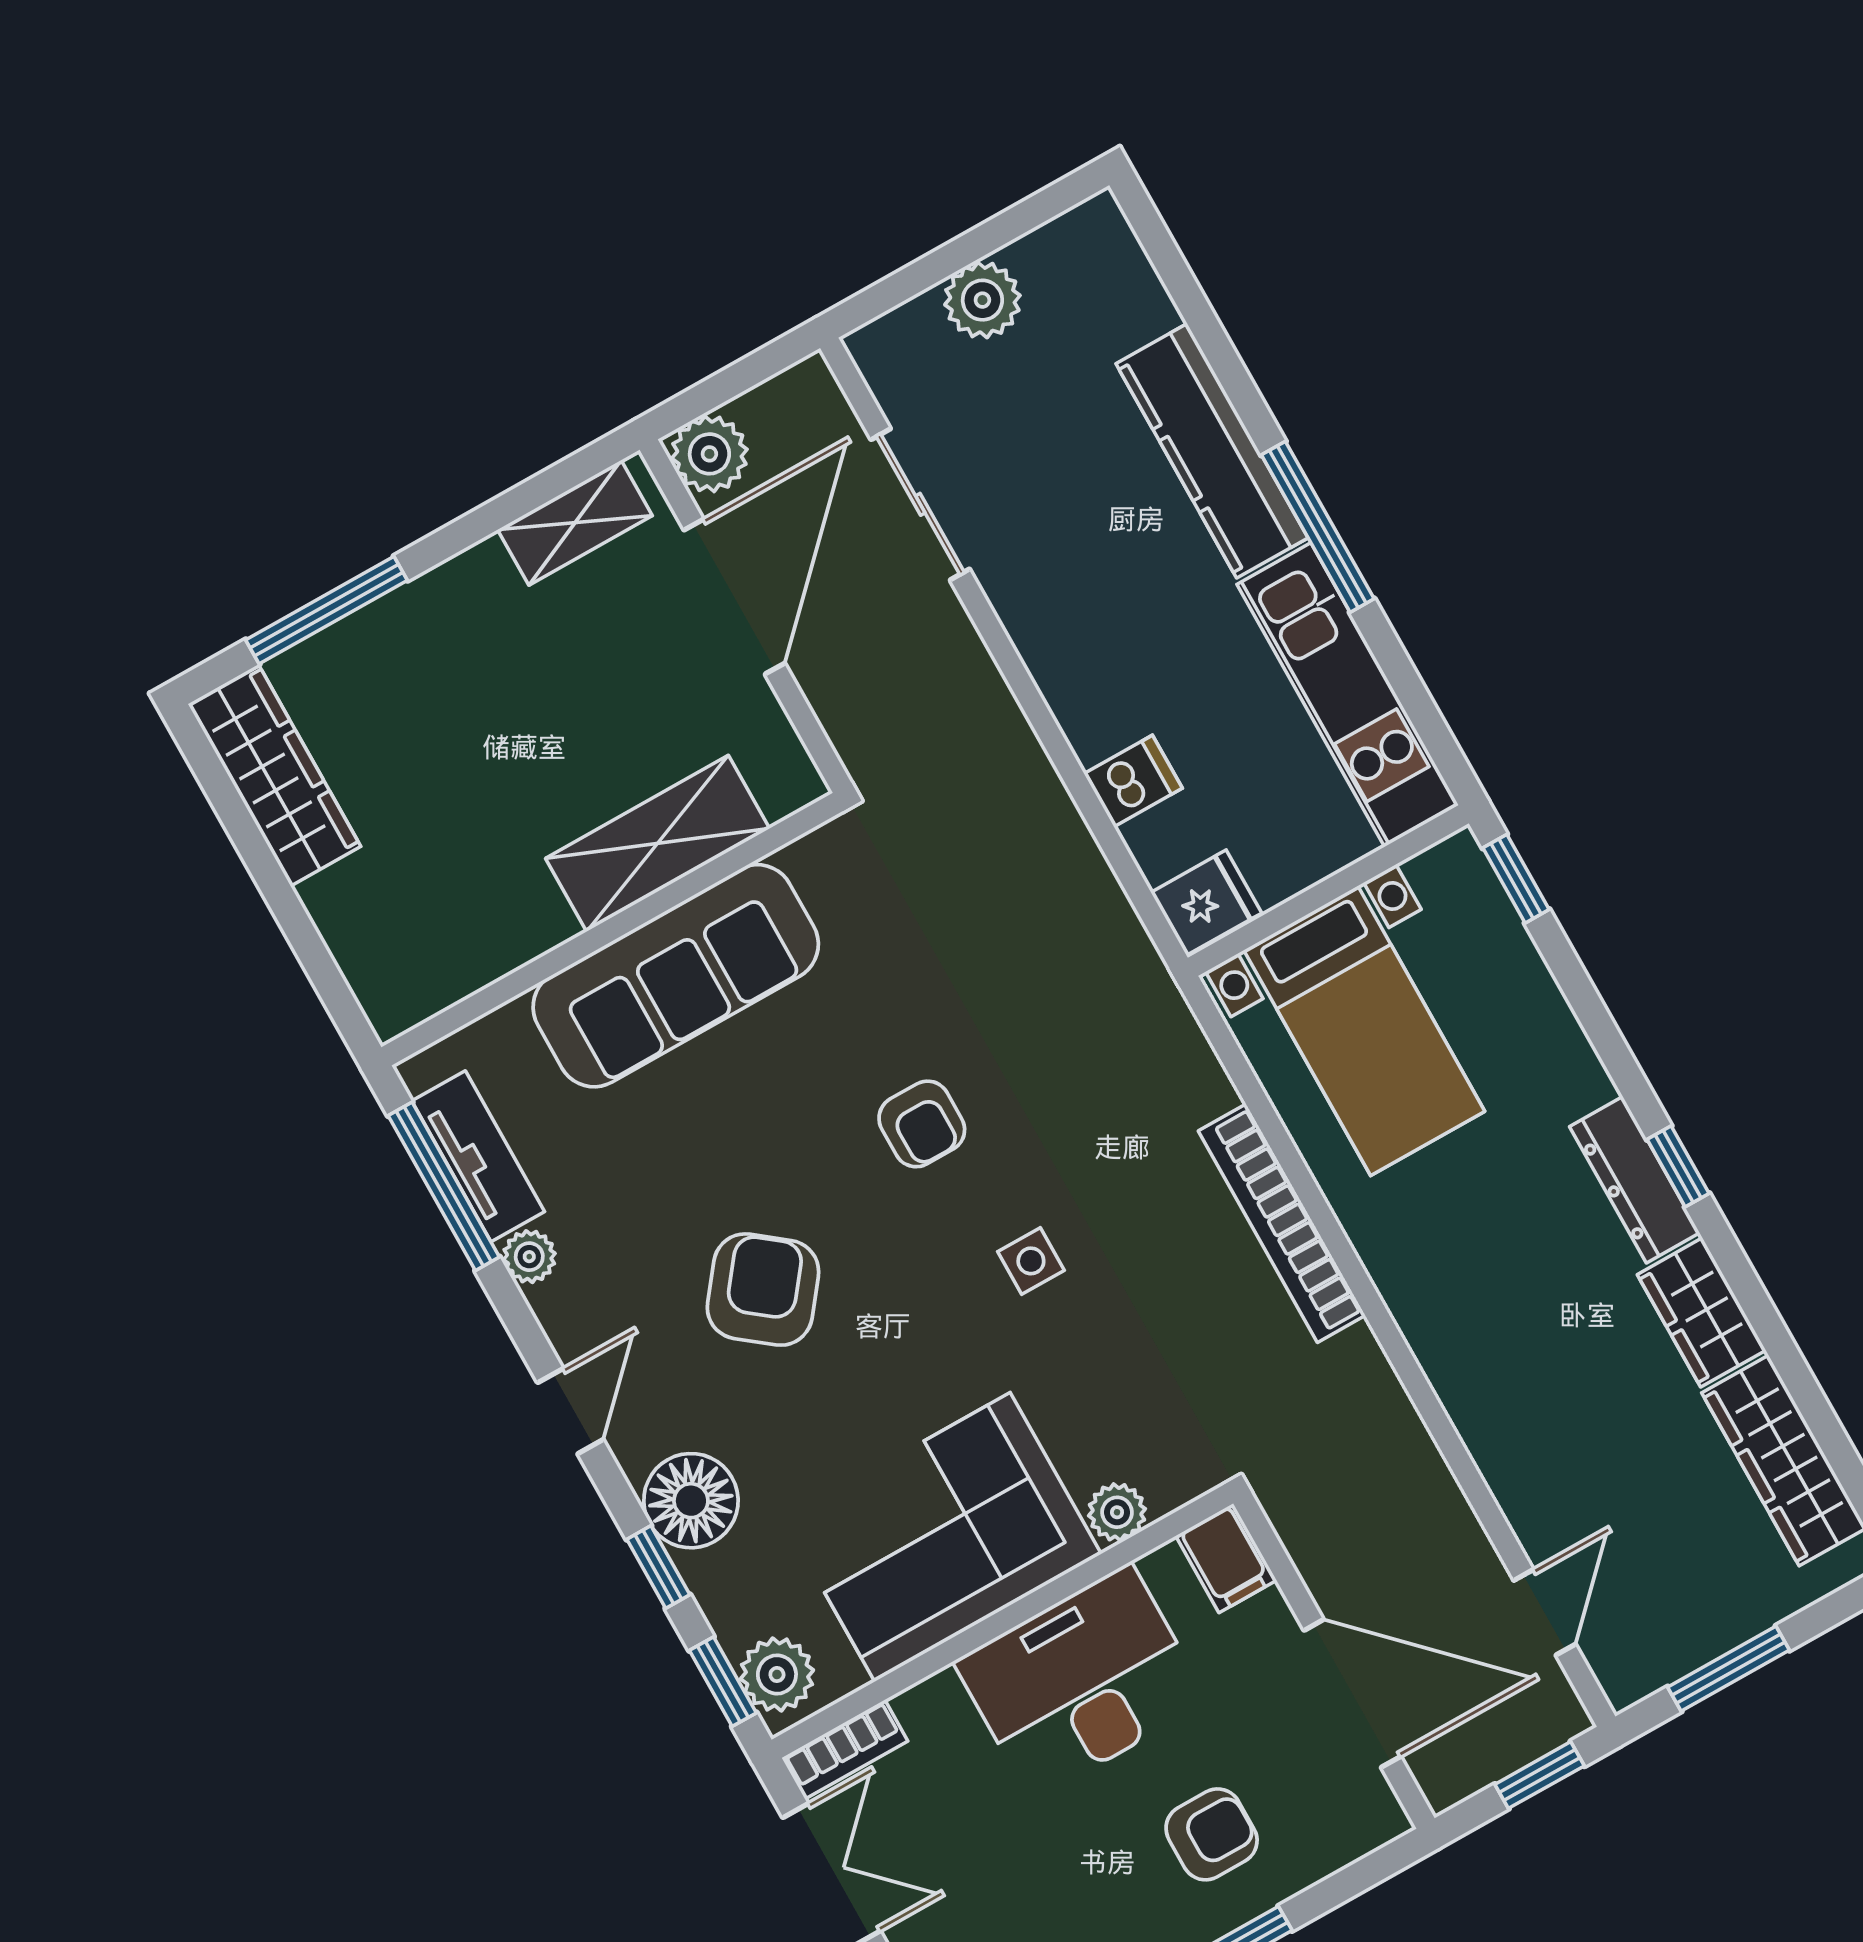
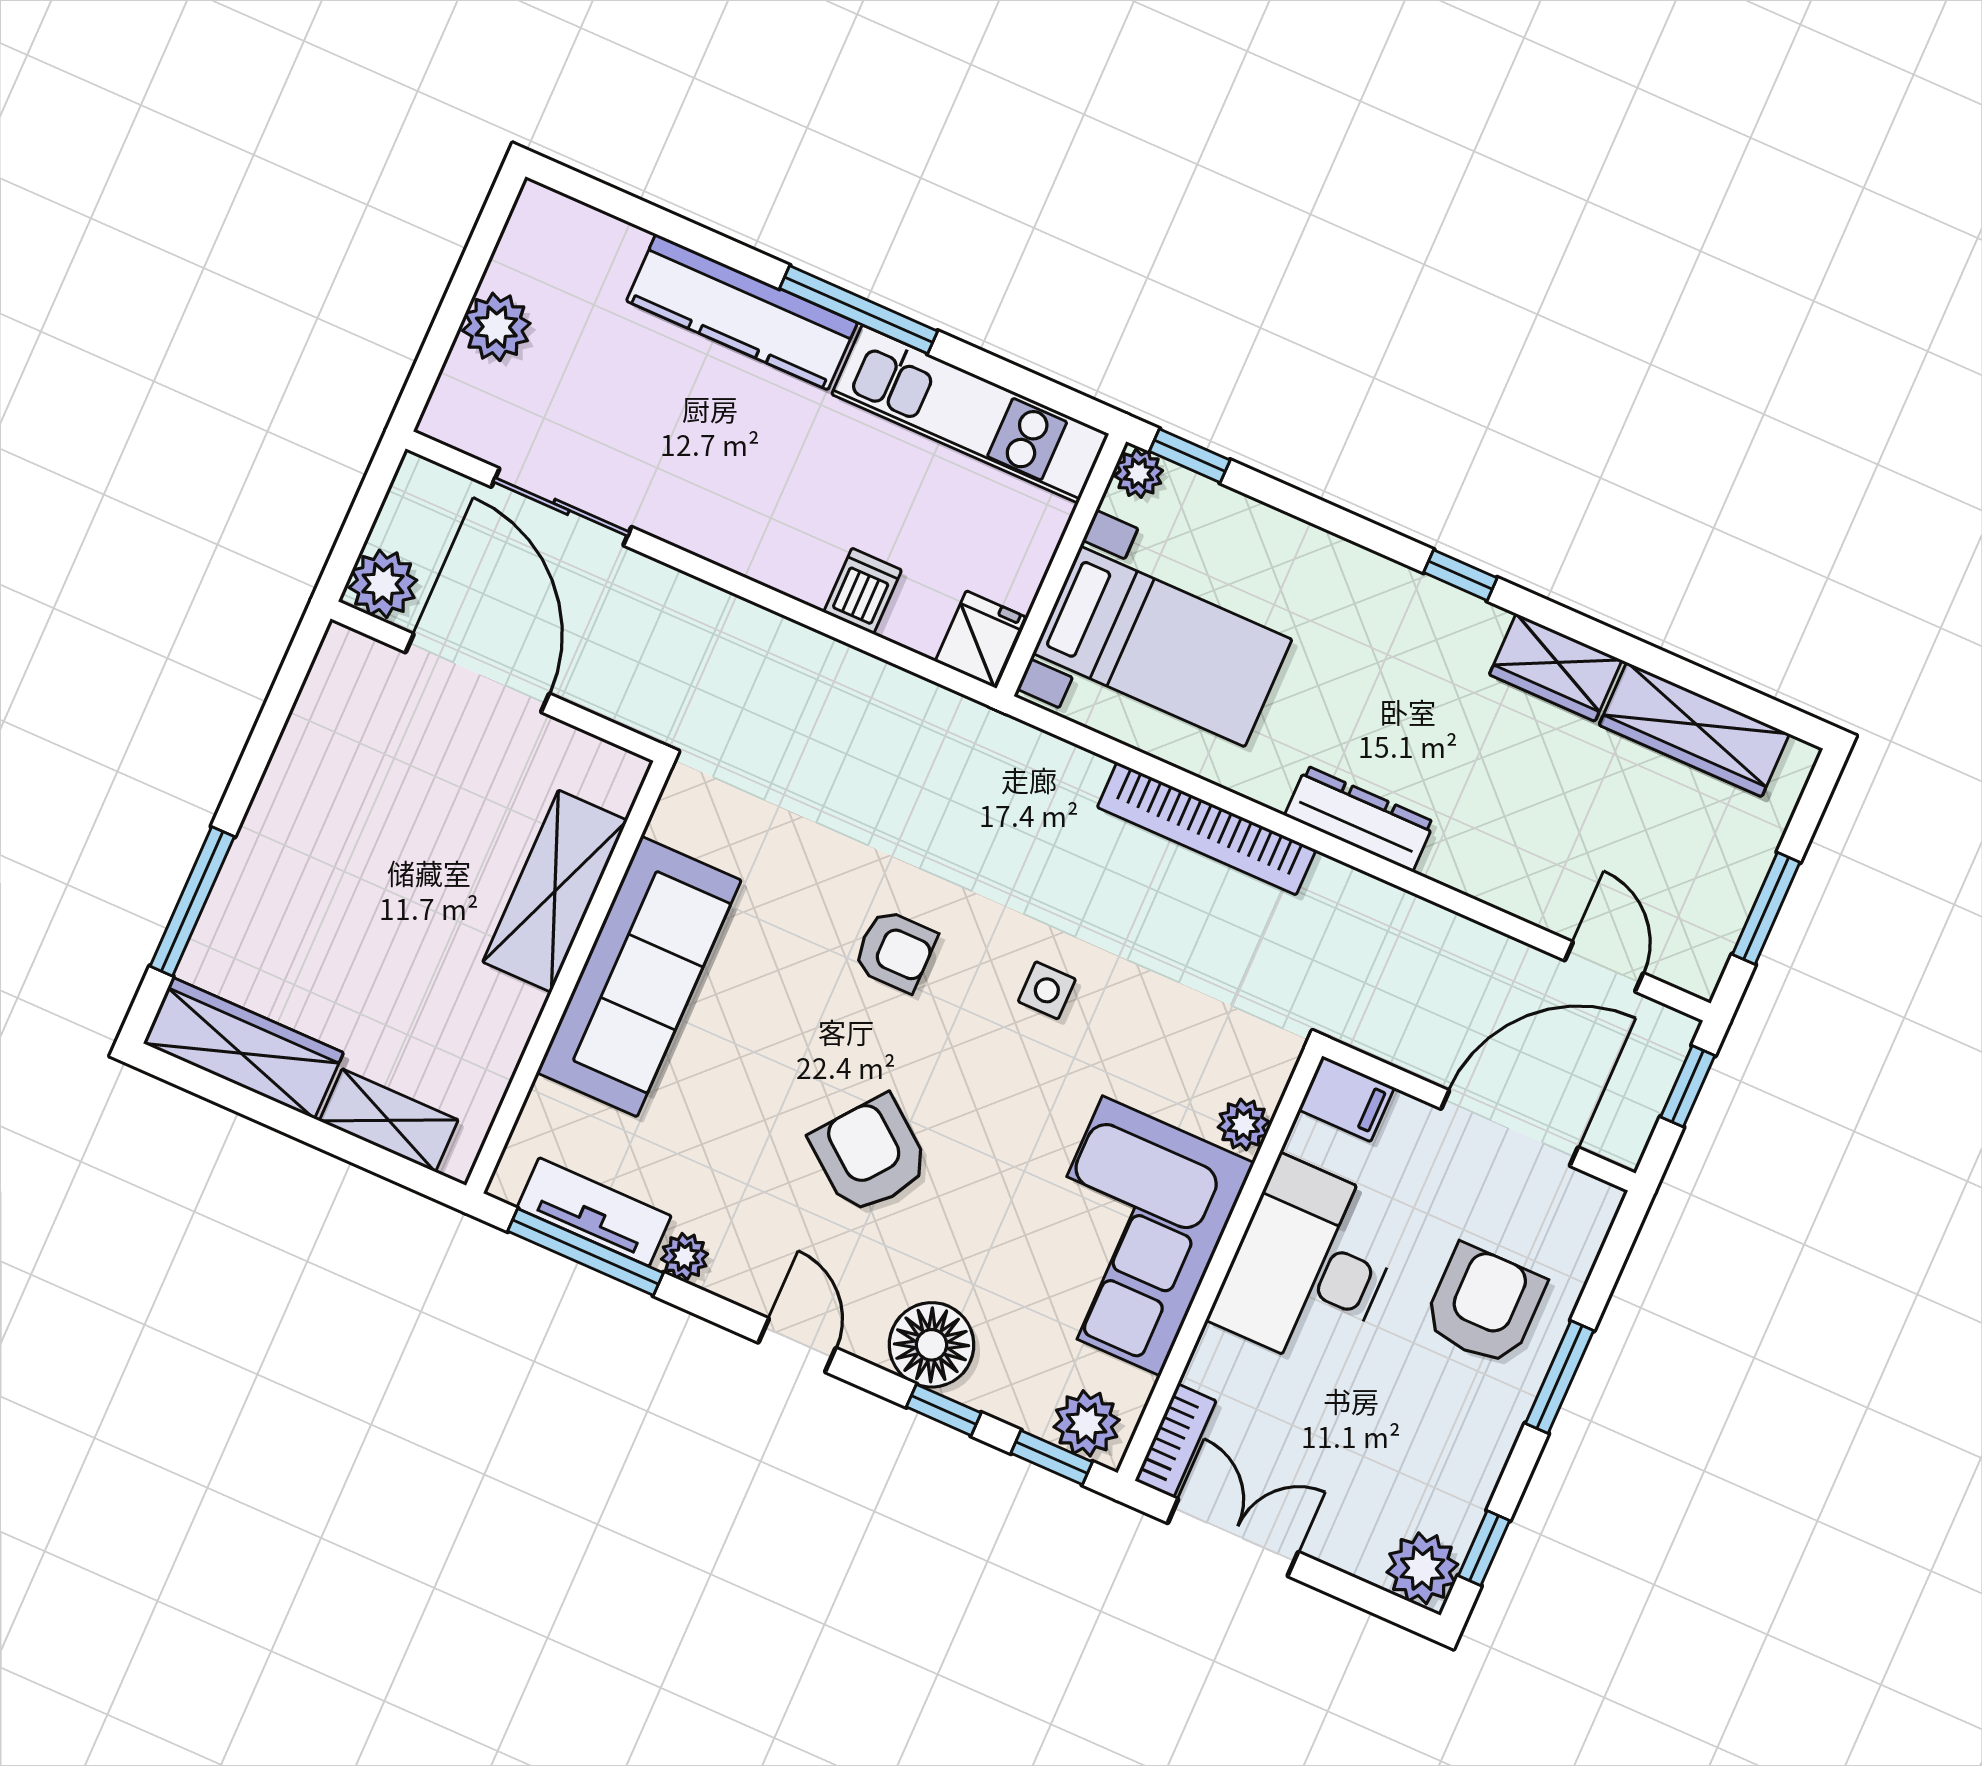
shelving: (575, 523) -> (389, 1120), moved, turned 90
plant: (1459, 860) -> (1139, 473), added
dresser: (1635, 1180) -> (1359, 819), moved, turned 180
armchair: (1212, 1834) -> (1484, 1305), width x1.38, depth x1.38

